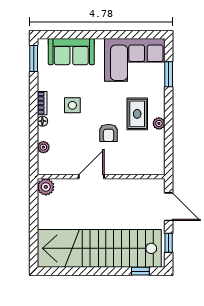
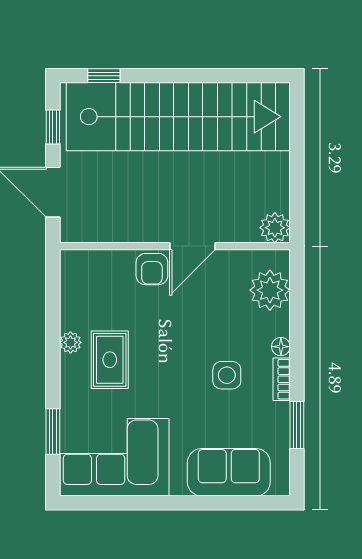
window: (34, 59) -> (297, 425), moved
armchair: (109, 133) -> (152, 269), moved, turned 180
plant: (43, 147) -> (270, 290), width x1.87, depth x1.87

